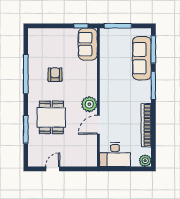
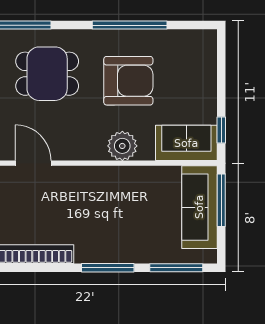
sofa: (142, 58) -> (199, 207), moved, turned -90
armchair: (55, 75) -> (128, 81), width x1.88, depth x1.88
plant: (89, 104) -> (122, 146), moved

